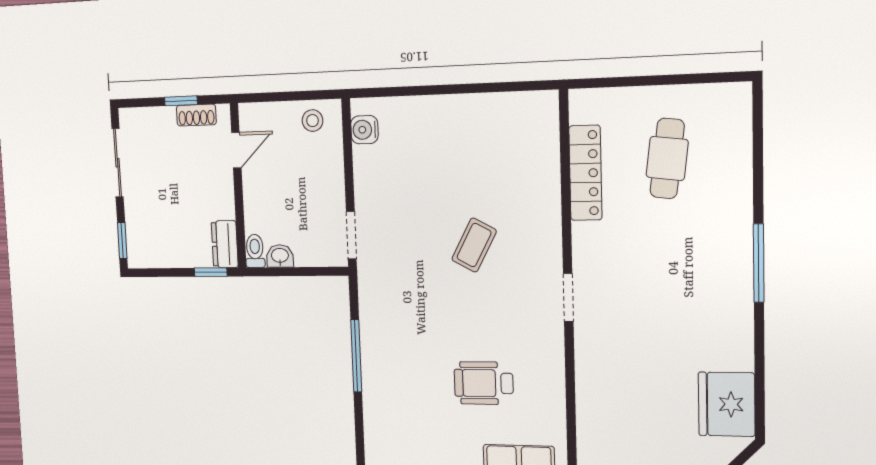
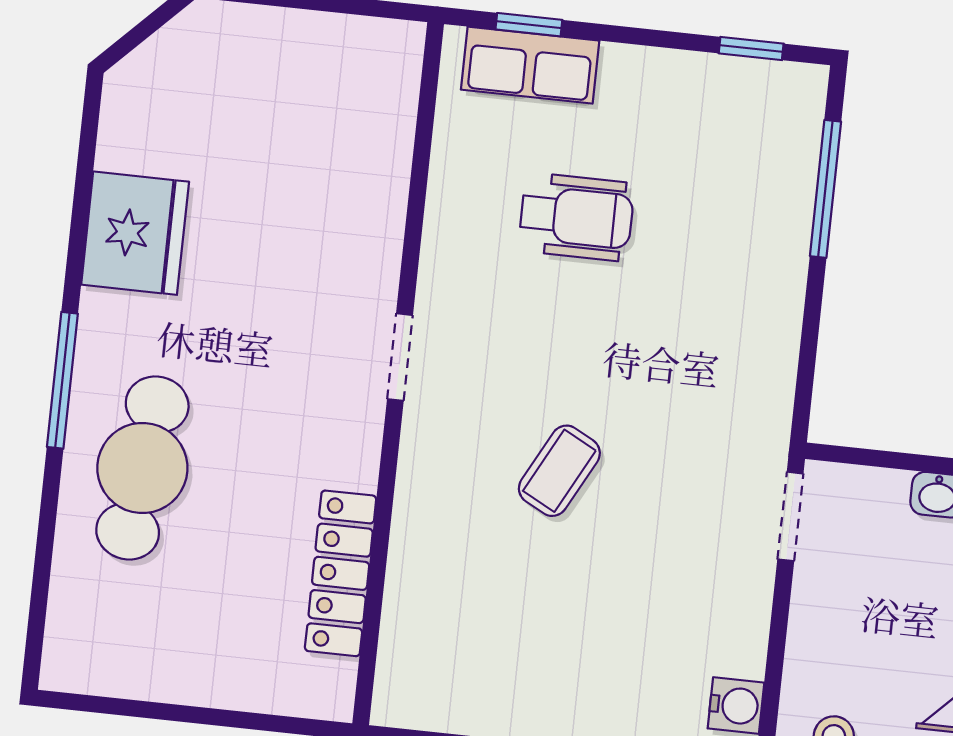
cafe table: (667, 158) -> (142, 468), moved, width x1.37, depth x1.35
window: (356, 356) -> (825, 189), moved
fridge: (727, 404) -> (135, 233), moved

